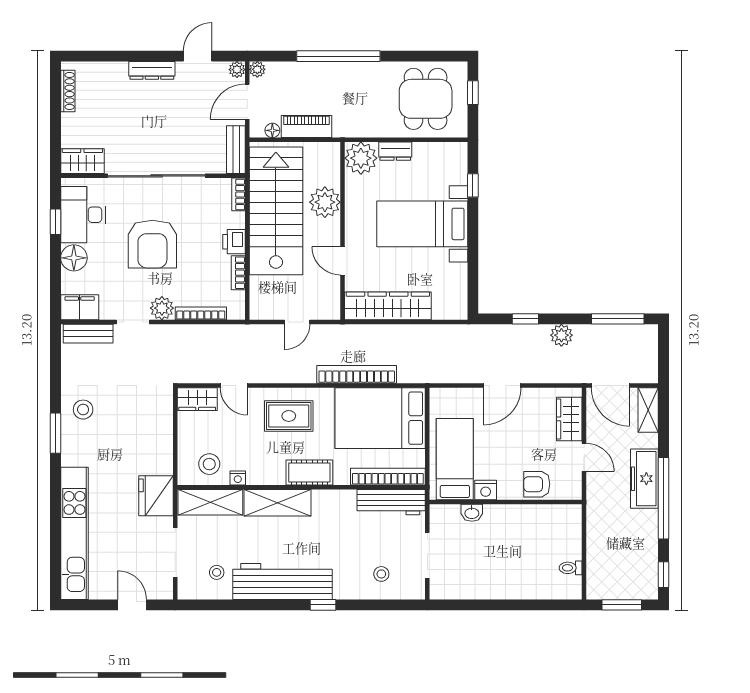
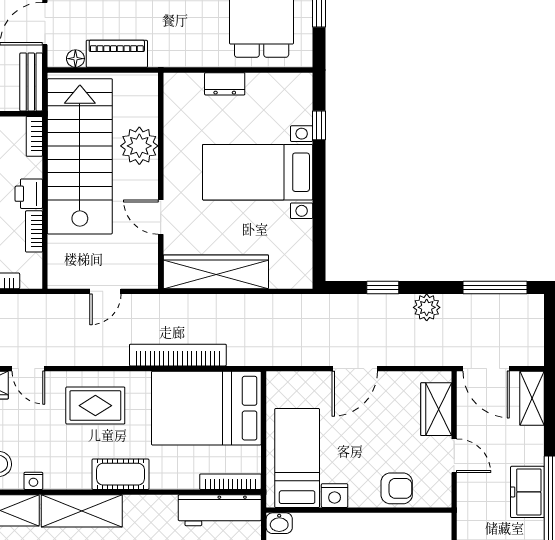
plant: (361, 158) -> (183, 92), removed
bookcase: (388, 477) -> (230, 482), width x0.68, depth x0.76
freezer: (644, 479) -> (527, 492), width x0.71
armchair: (537, 484) -> (397, 488), turned 180
washbasin: (472, 513) -> (279, 523), moved

